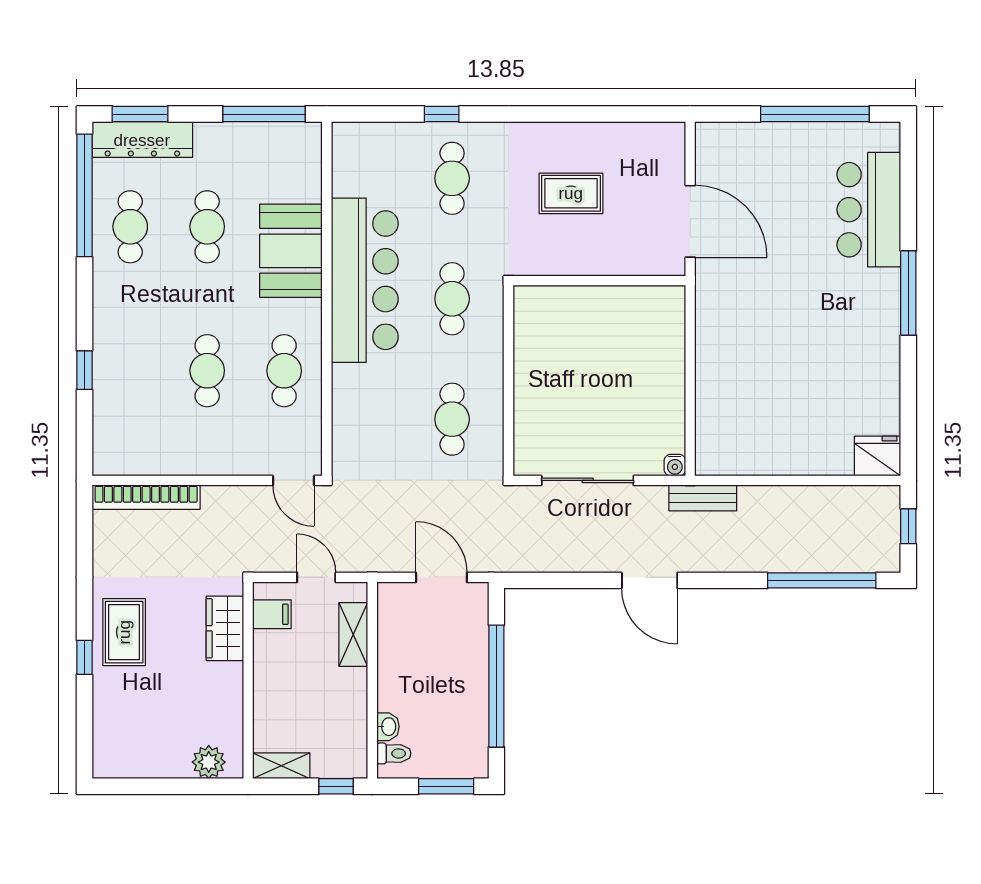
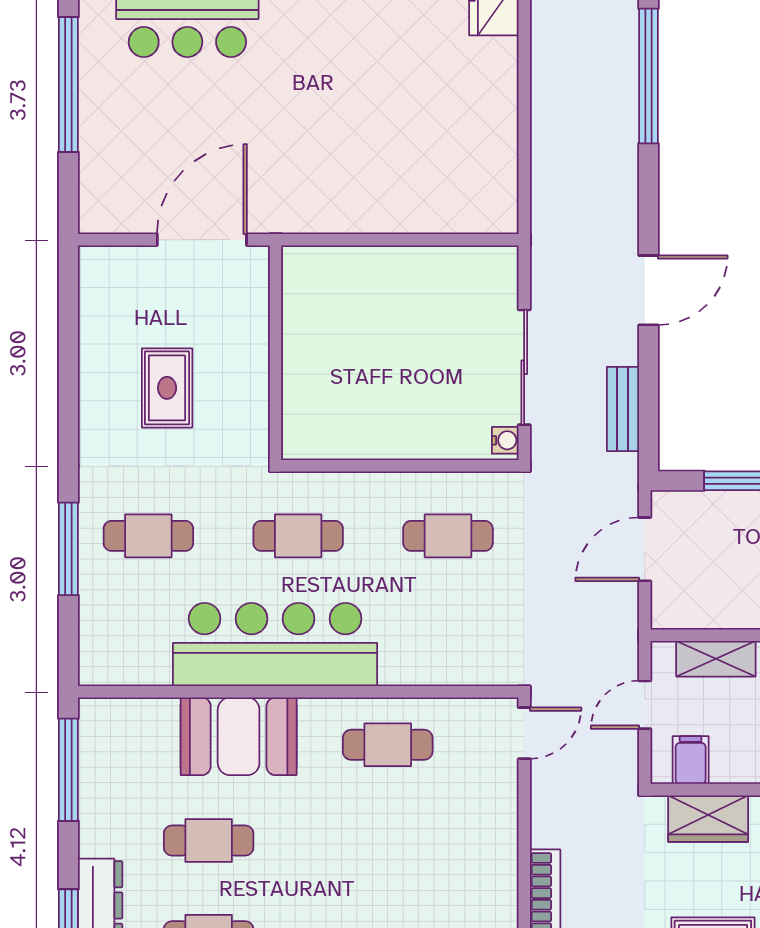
window: (442, 114) -> (68, 549), width x2.17
cafe table: (207, 371) -> (388, 840), removed
water cooler: (675, 465) -> (505, 440), moved
bench: (703, 498) -> (623, 409), moved

